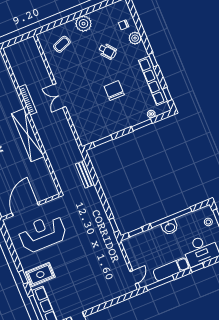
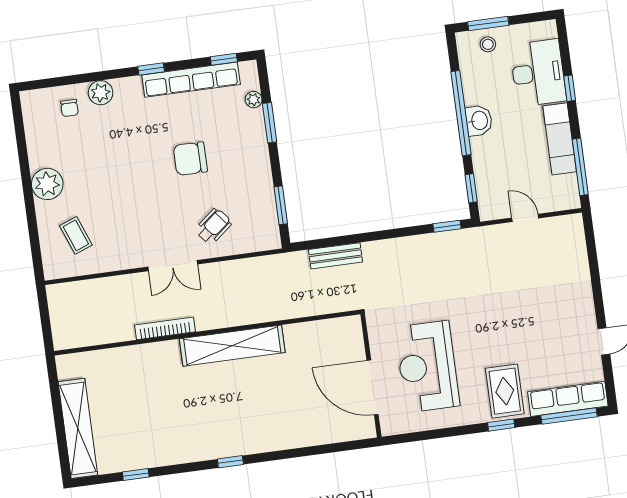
wheelchair: (108, 51) -> (213, 226), moved
door: (134, 277) -> (525, 218), moved

